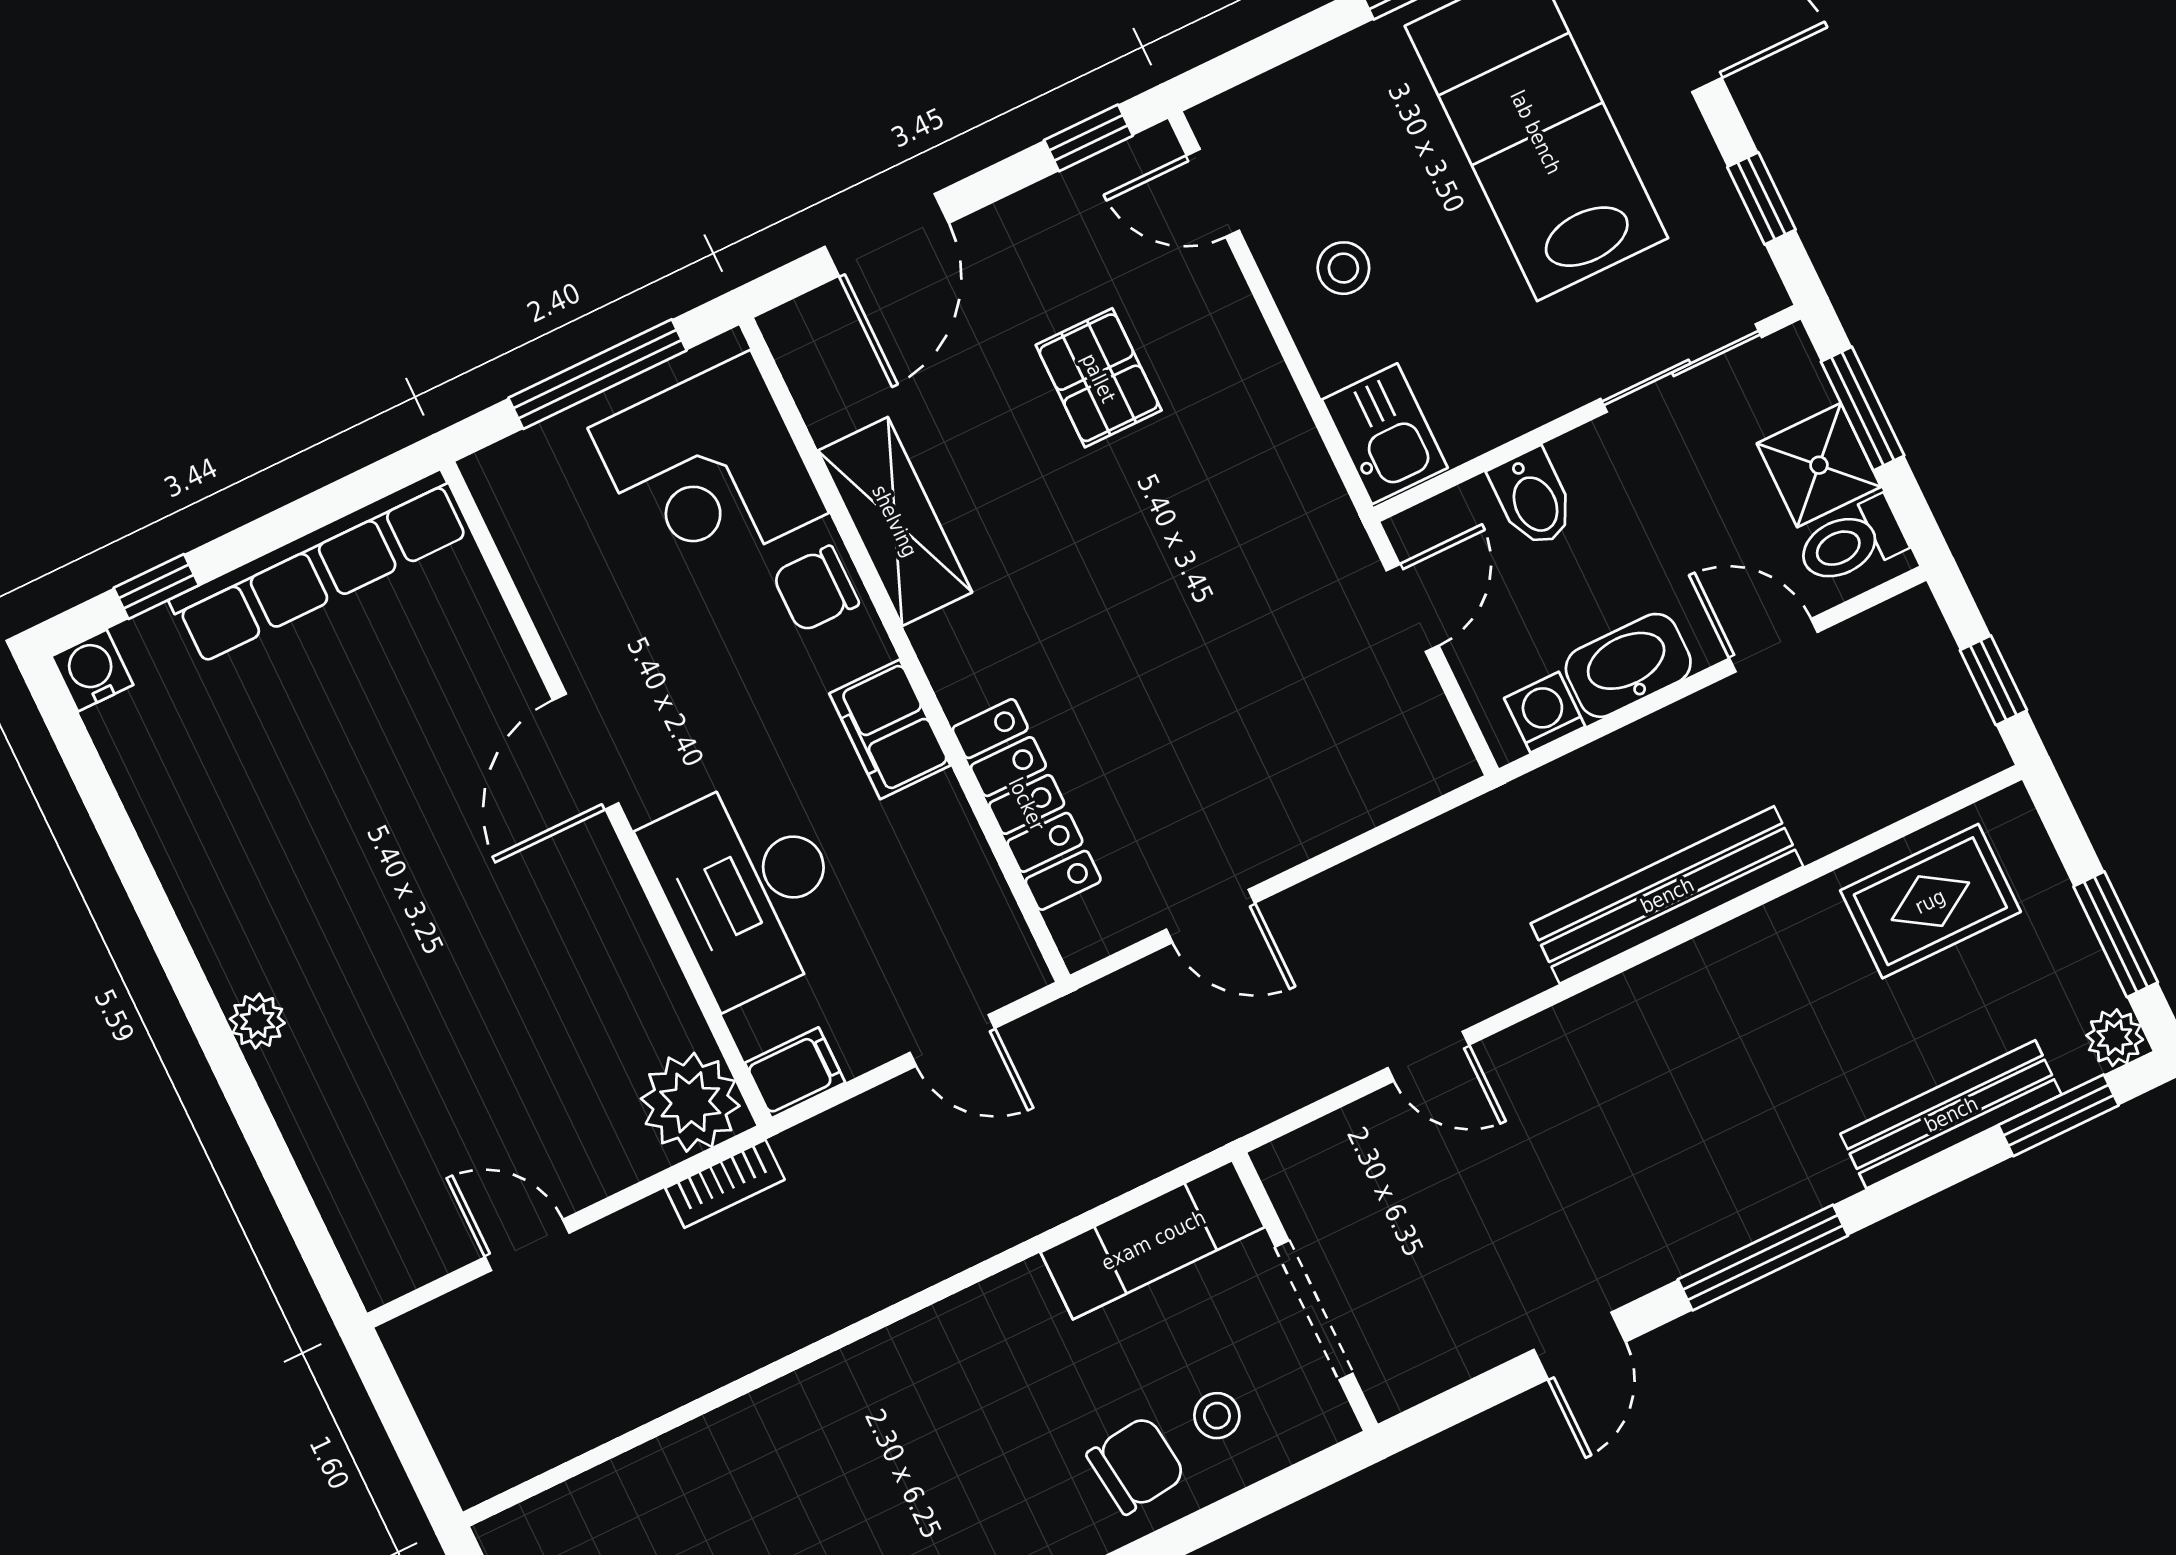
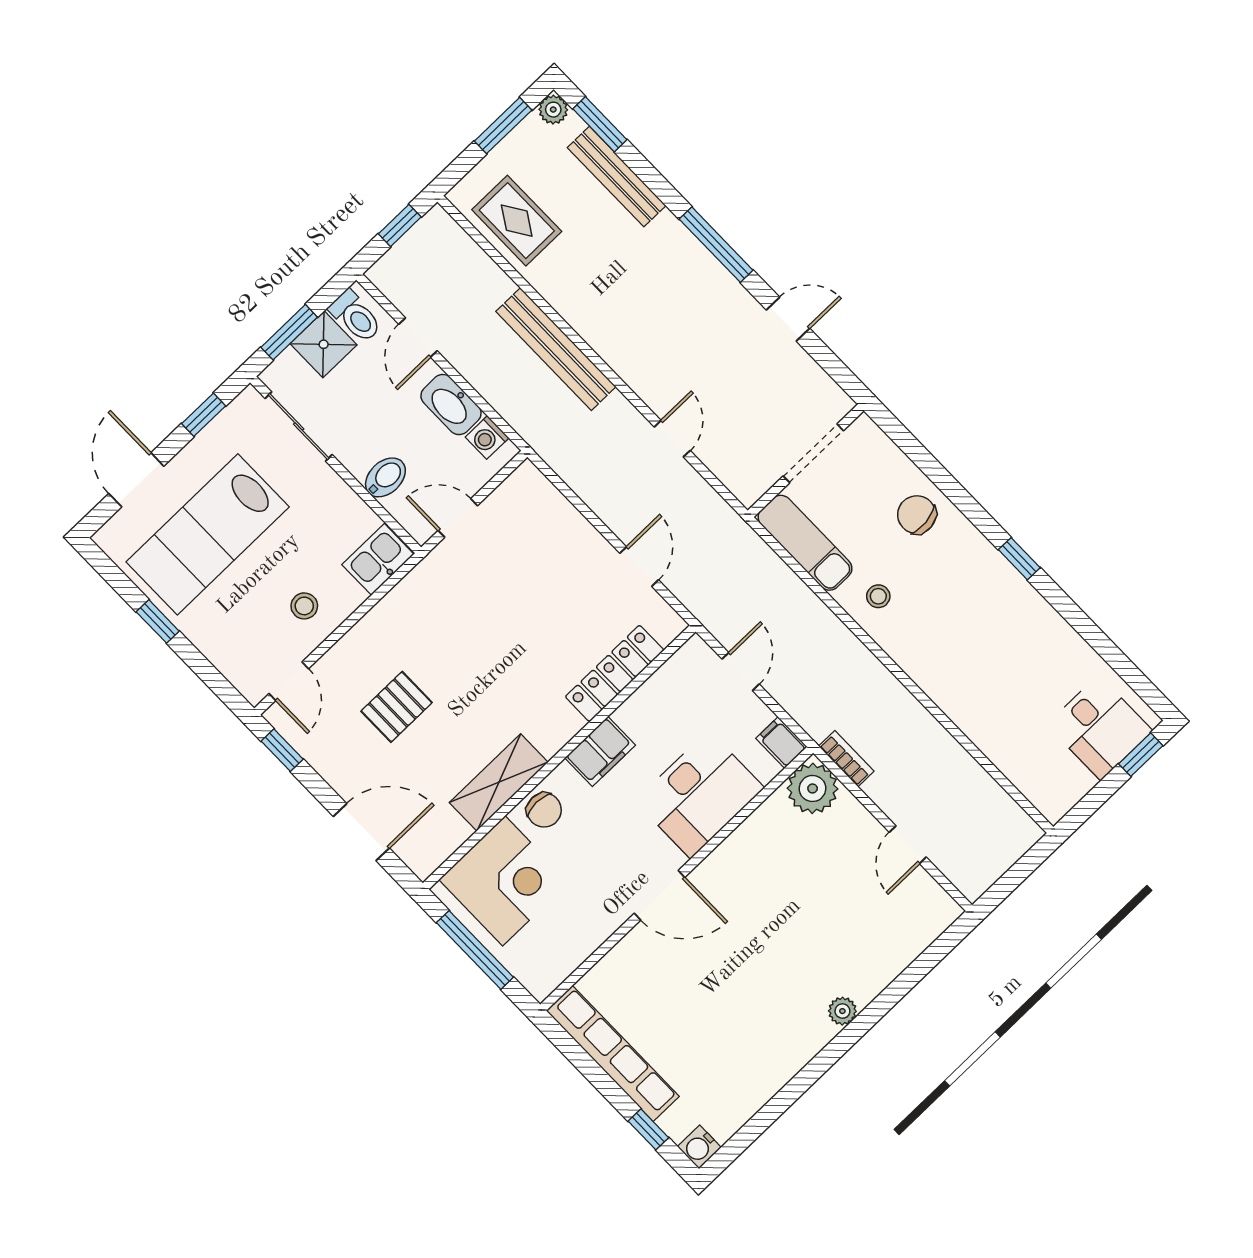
stool: (1217, 1416) -> (878, 596), moved

